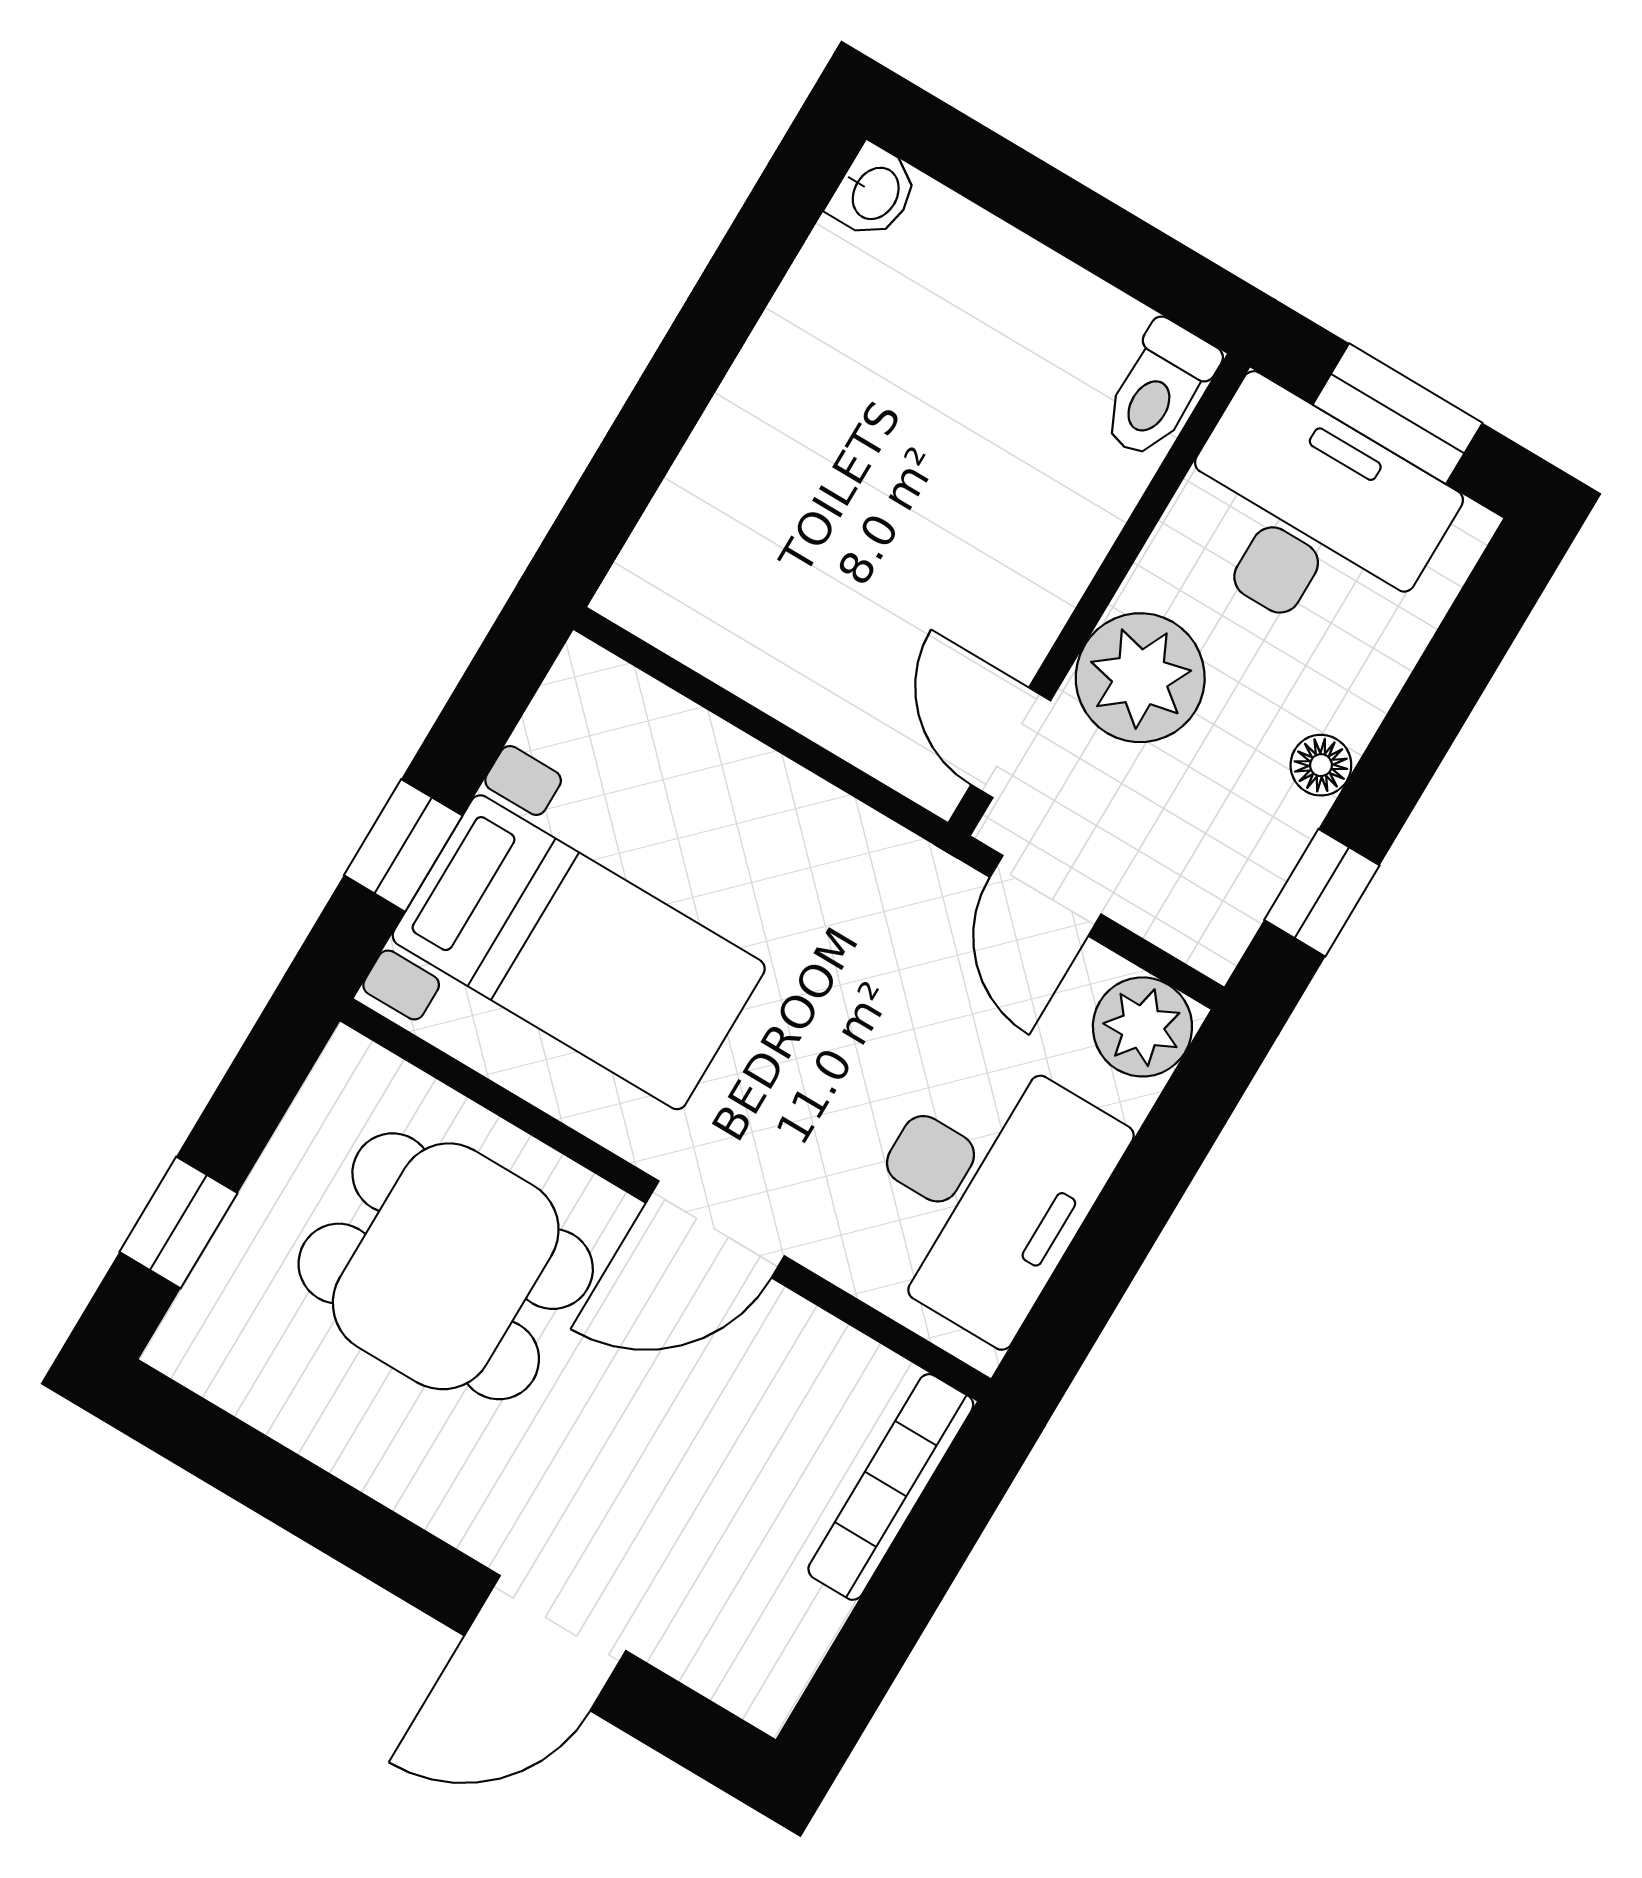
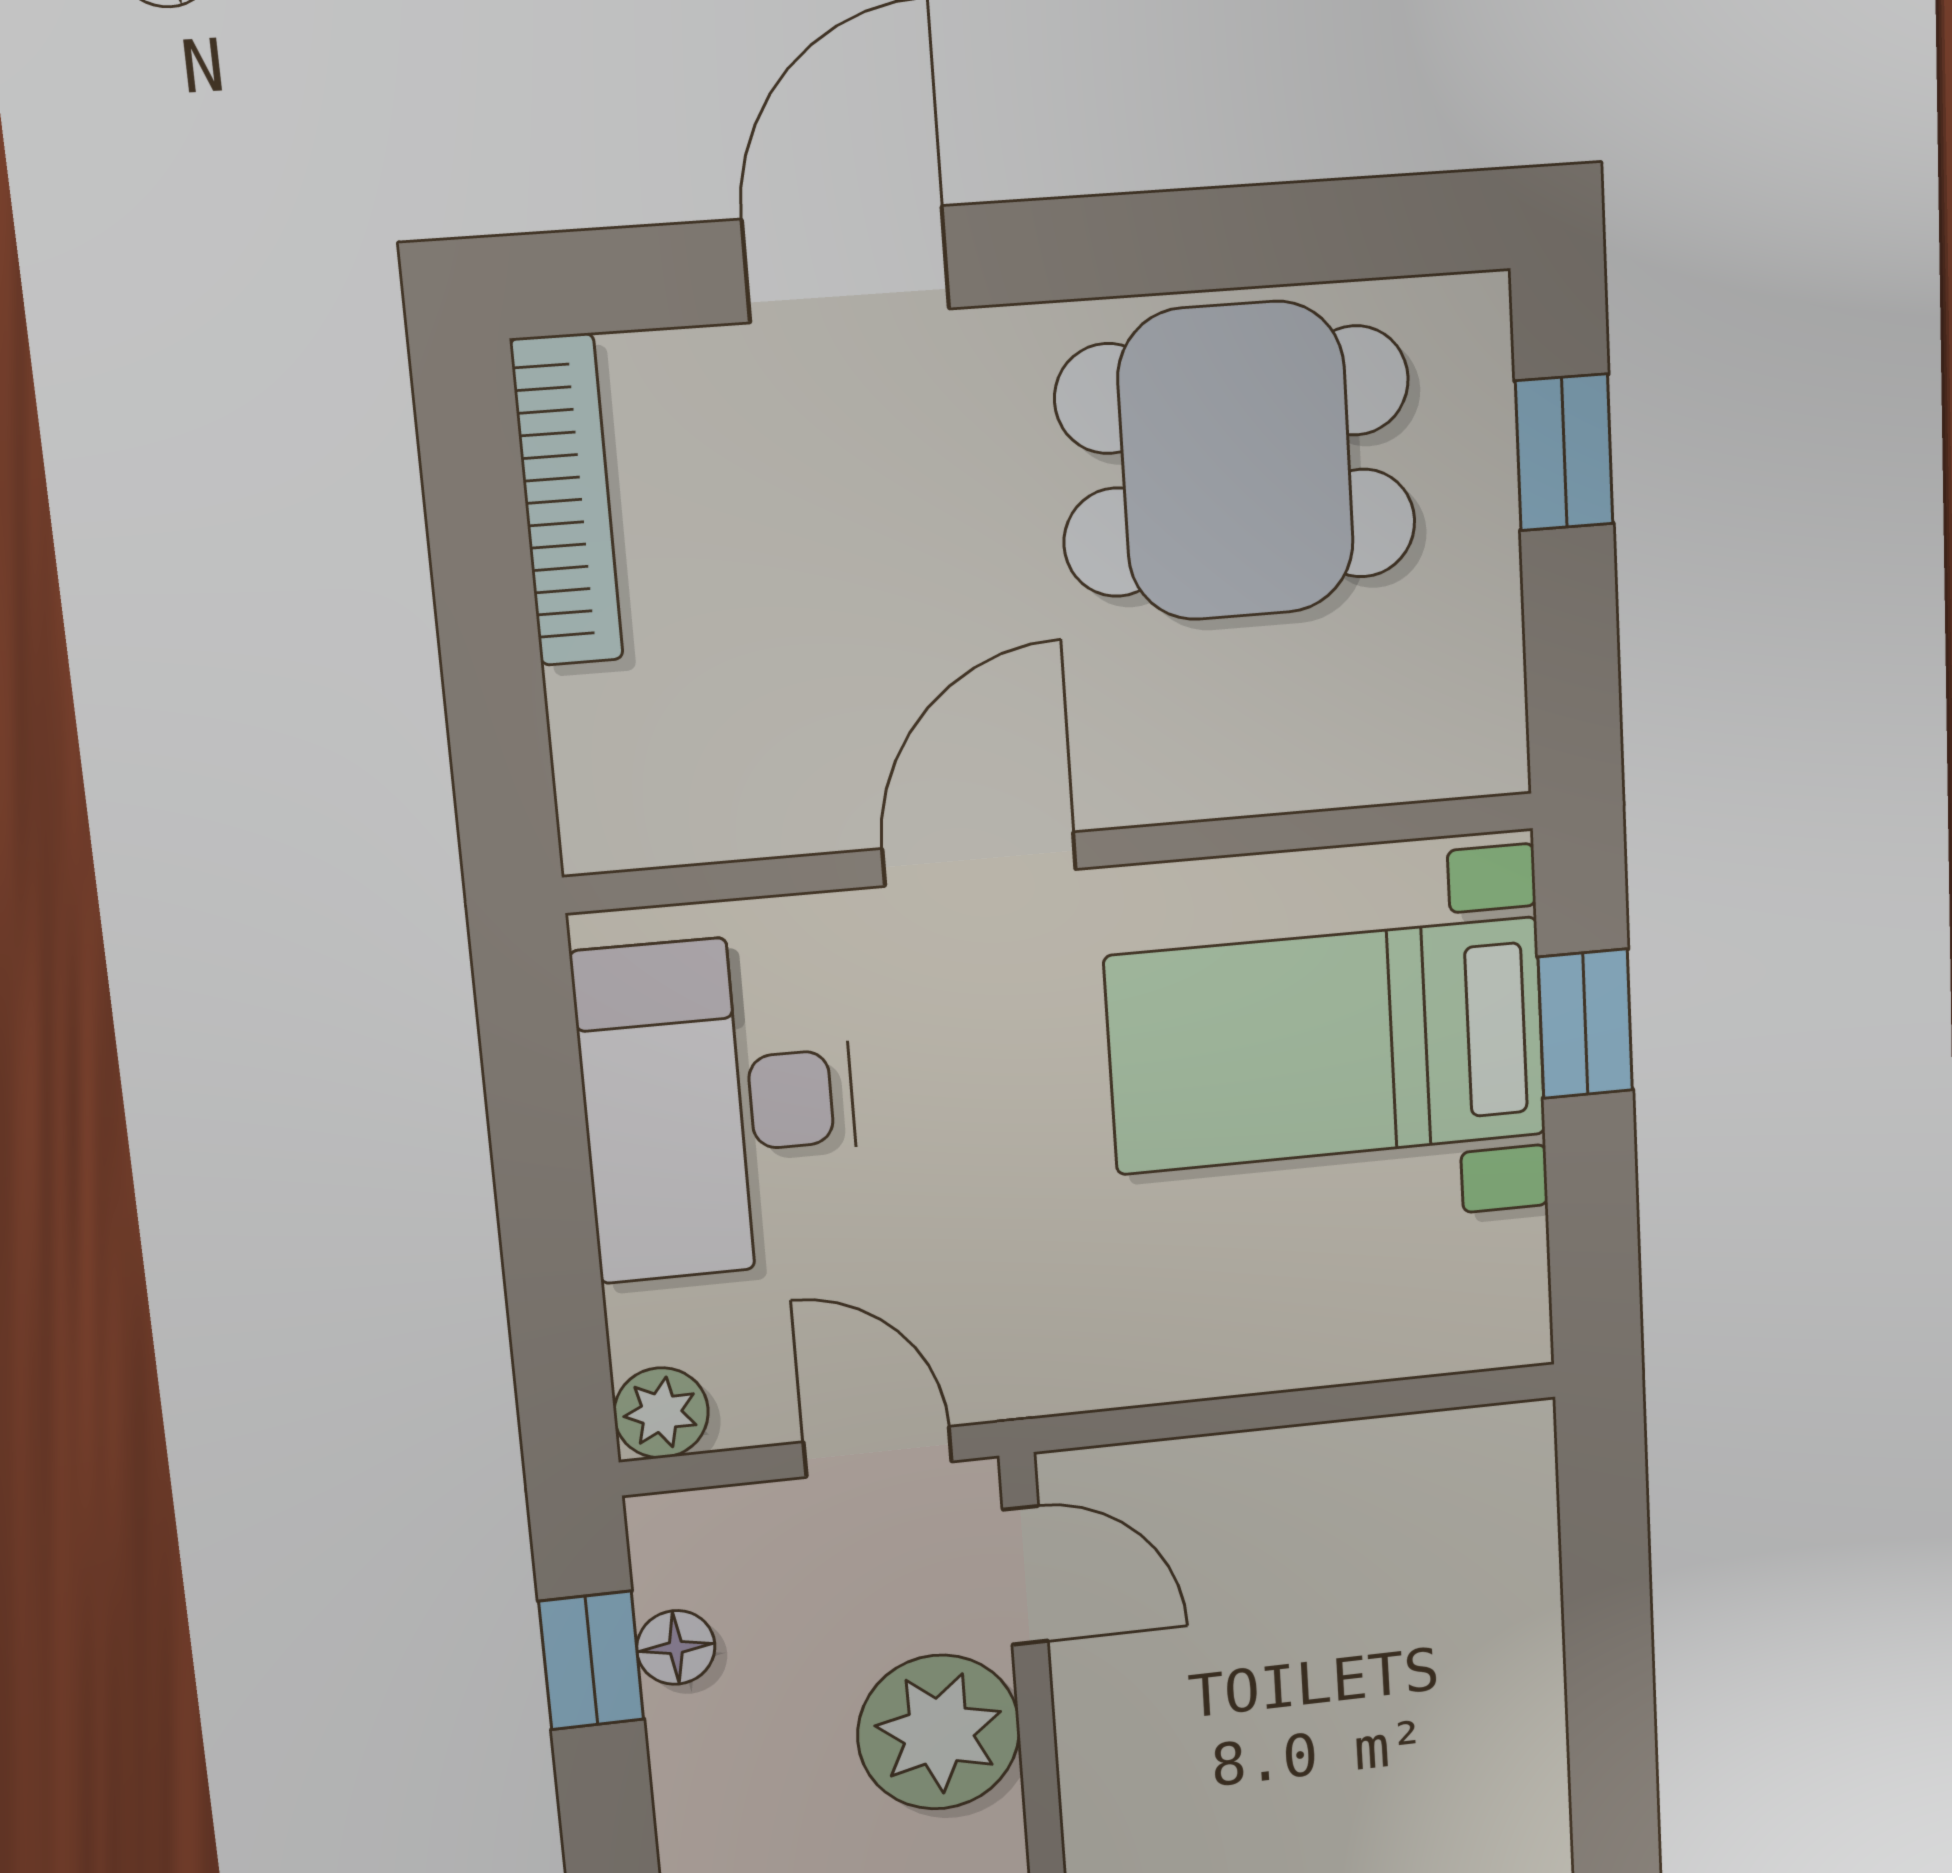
floor lamp: (1321, 765) -> (676, 1647), moved
plant: (1142, 1027) -> (661, 1413), width x0.73, depth x0.73
dining table: (446, 1266) -> (1236, 461), moved
bookcase: (891, 1487) -> (567, 500), moved

